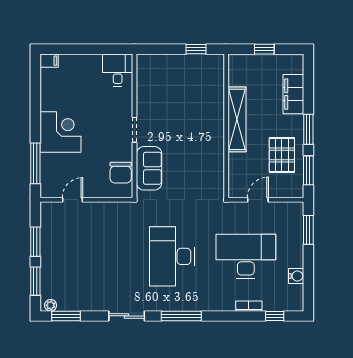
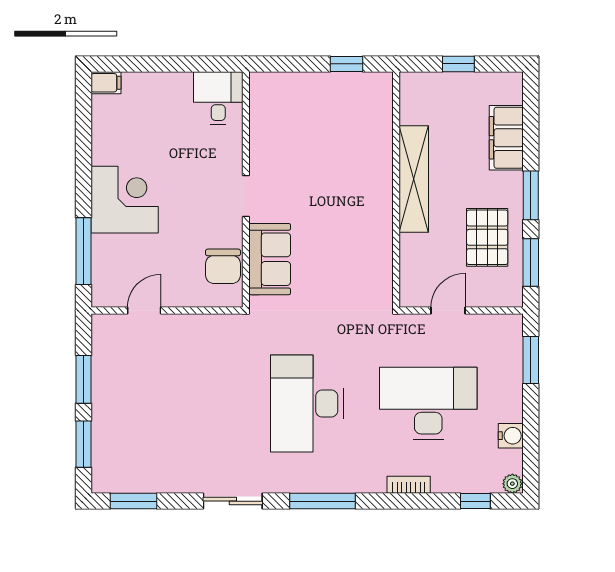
plant: (51, 305) -> (512, 484), moved
bookcase: (249, 306) -> (409, 485), moved

